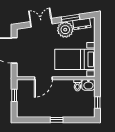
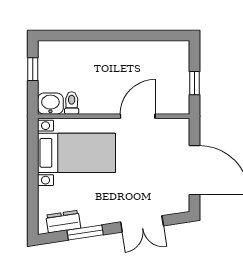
plant: (65, 30) -> (95, 210), removed
window: (57, 120) -> (112, 35), removed

